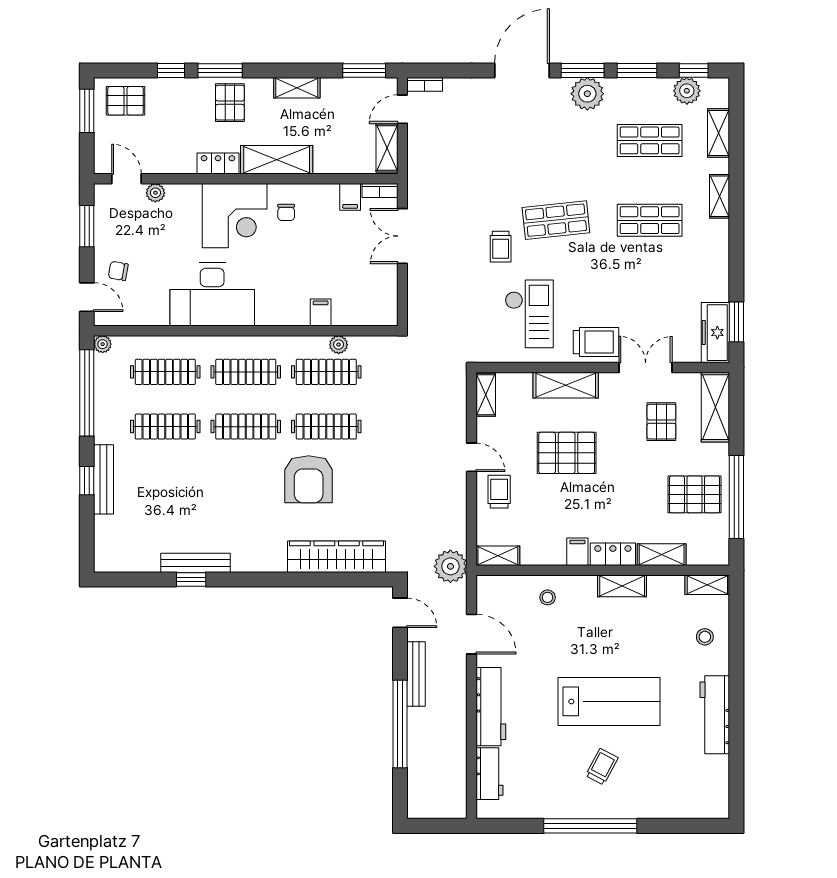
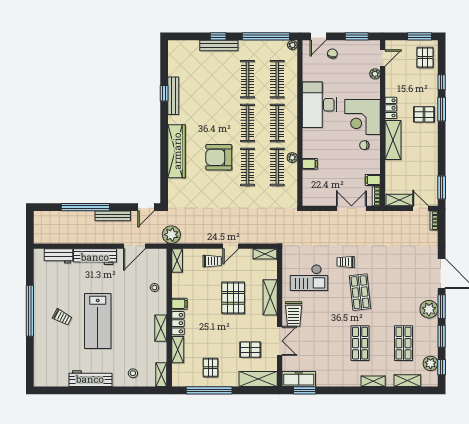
shelving: (297, 88) -> (432, 151), removed
plant: (339, 345) -> (292, 158), moved
pallet: (695, 494) -> (211, 368), width x0.67, depth x0.71
wardrobe: (337, 557) -> (177, 151), moved

